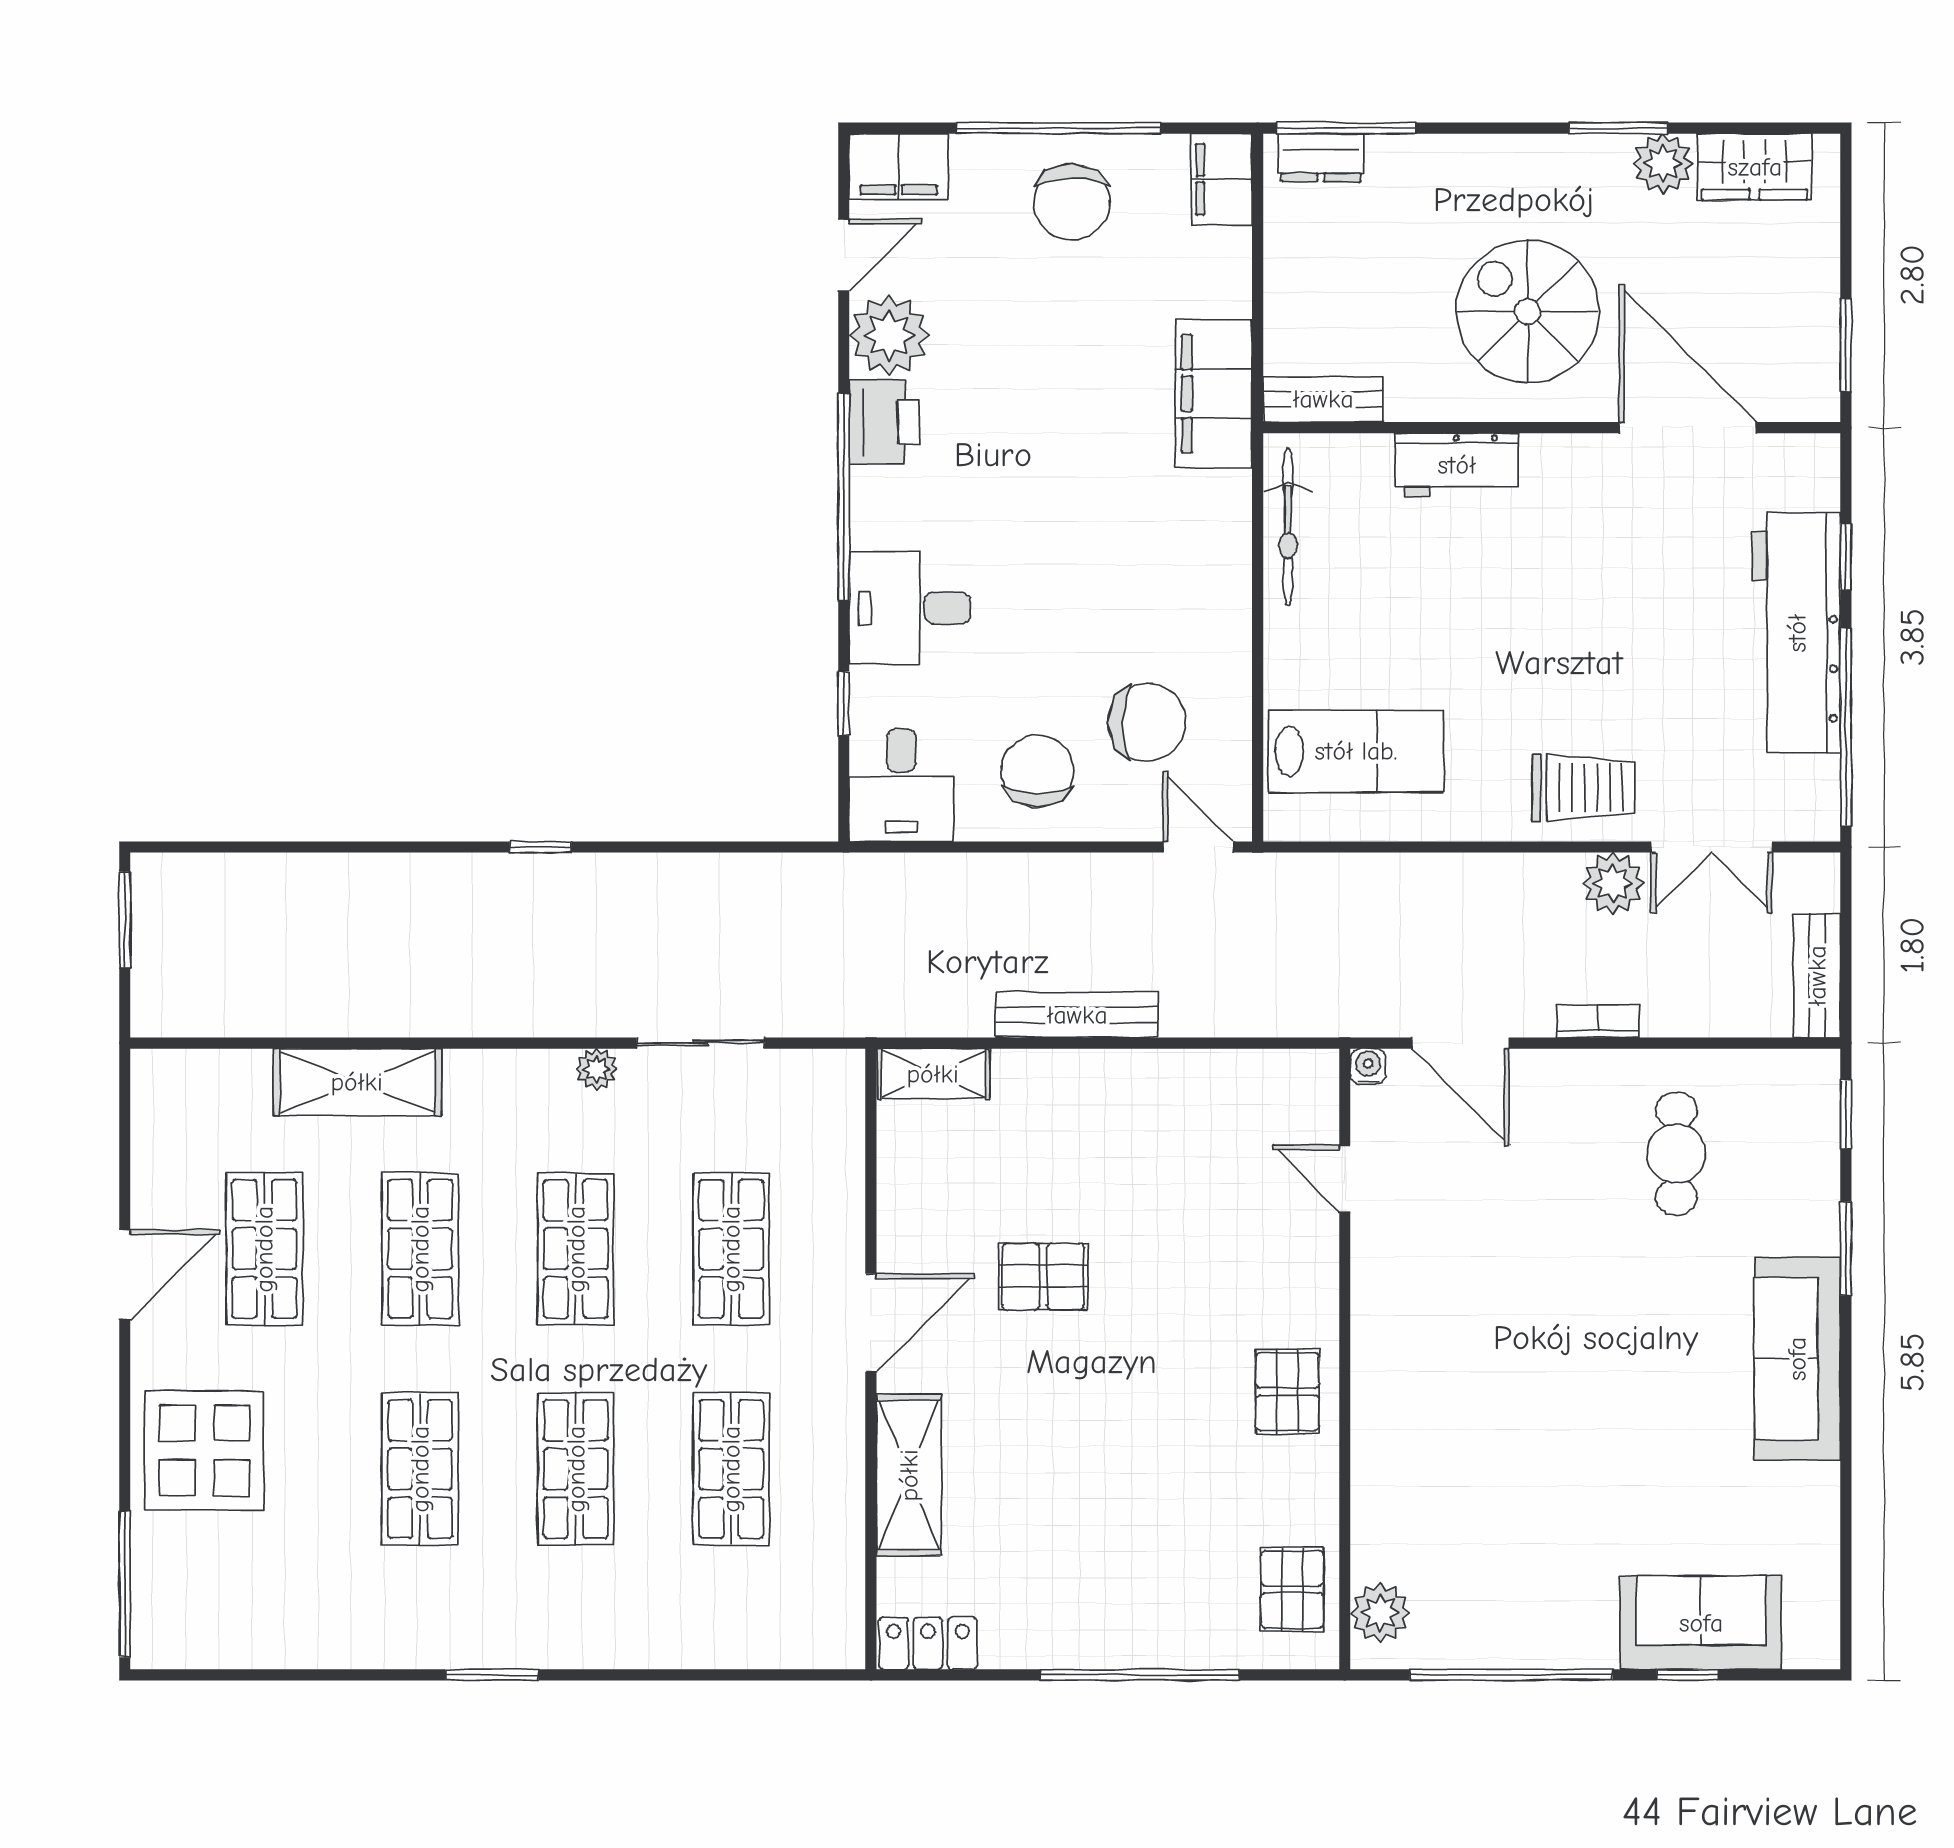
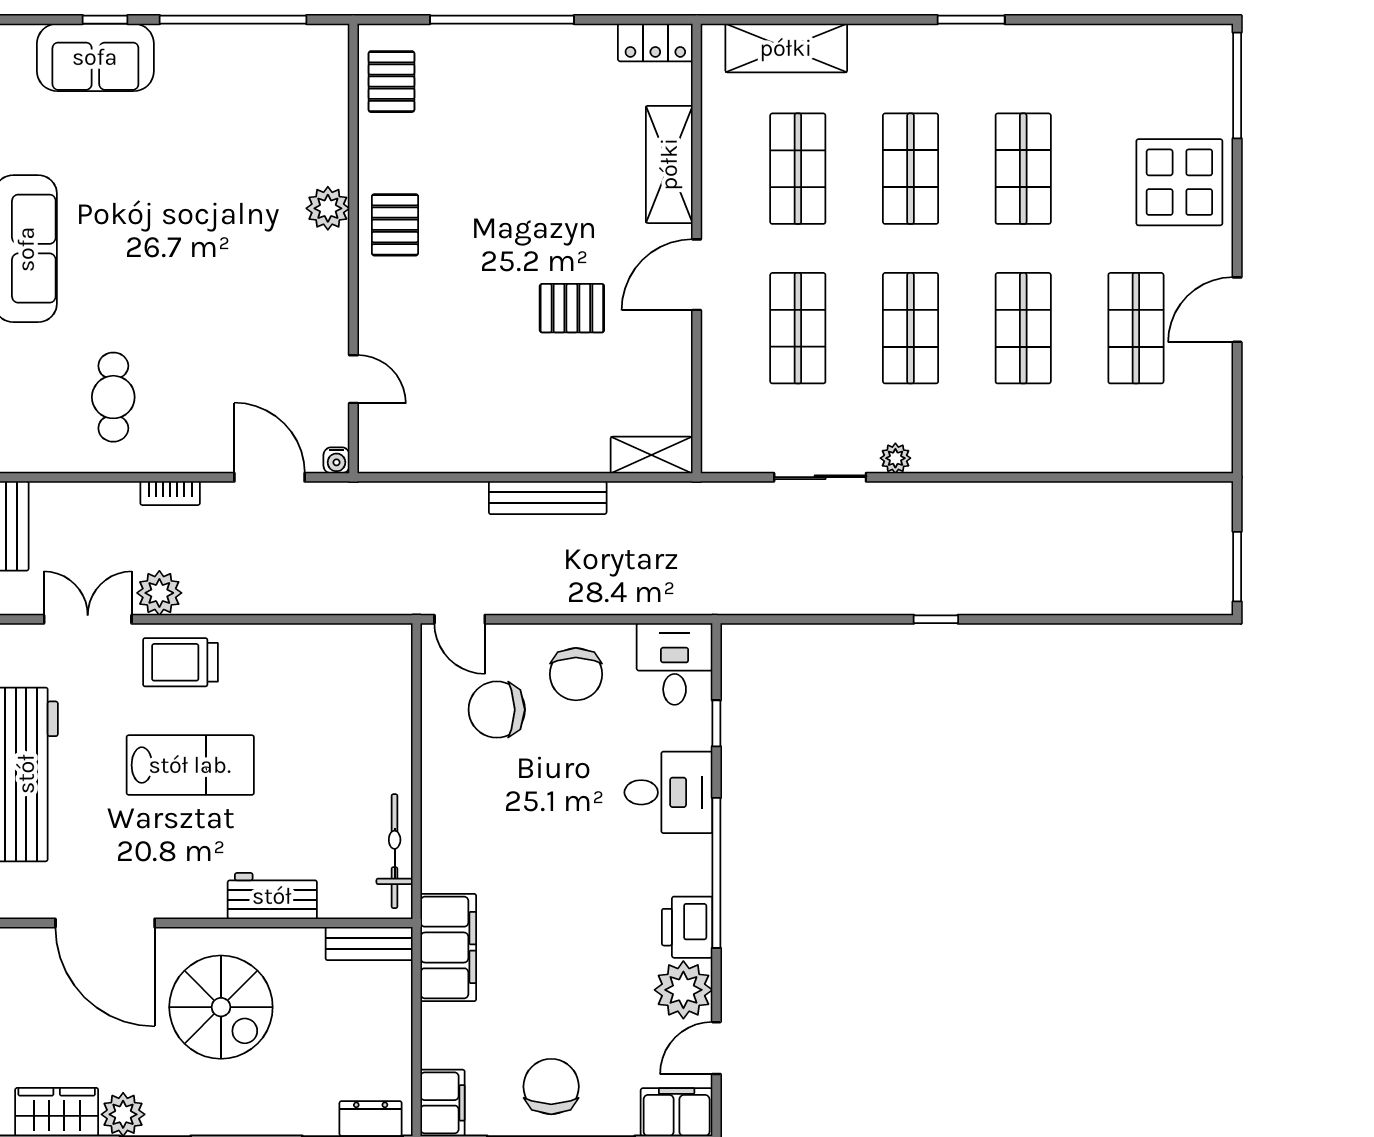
lab bench: (1356, 751) -> (190, 765), moved, turned 180
shelving: (357, 1082) -> (786, 48), moved
plant: (1380, 1613) -> (328, 208), moved

